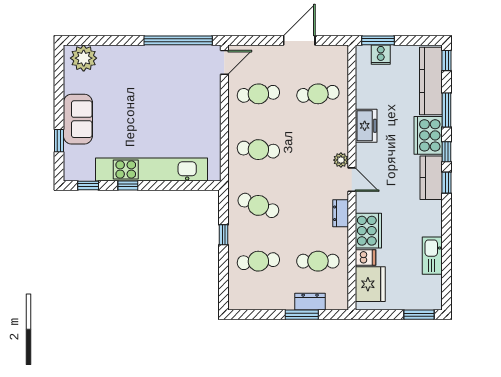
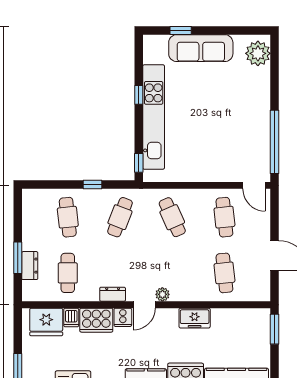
cooker: (381, 55) -> (123, 317), moved, turned -90
sofa: (78, 119) -> (201, 48), width x1.36
cafe table: (258, 150) -> (172, 217), turned -30
window: (88, 185) -> (139, 163), moved

